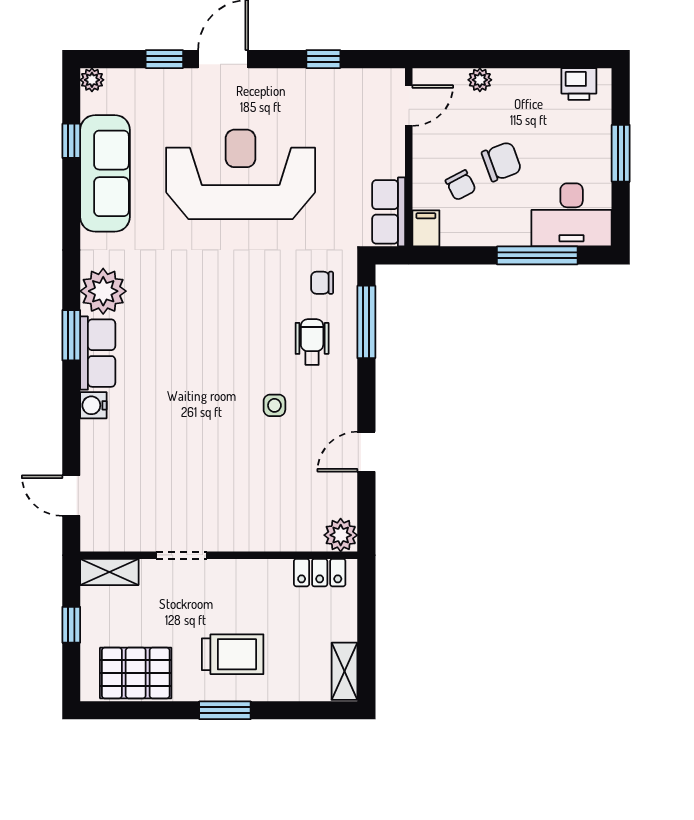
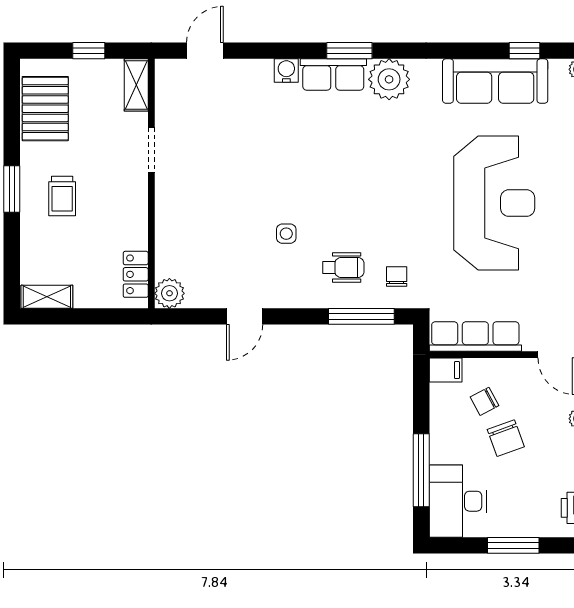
row of seats: (389, 212) -> (475, 337), width x1.48
door: (366, 452) -> (245, 316), swing flipped
trolley: (233, 654) -> (62, 196), width x0.73, depth x0.72

